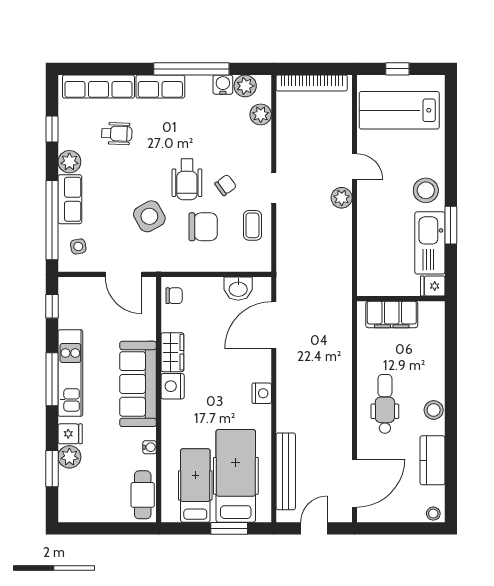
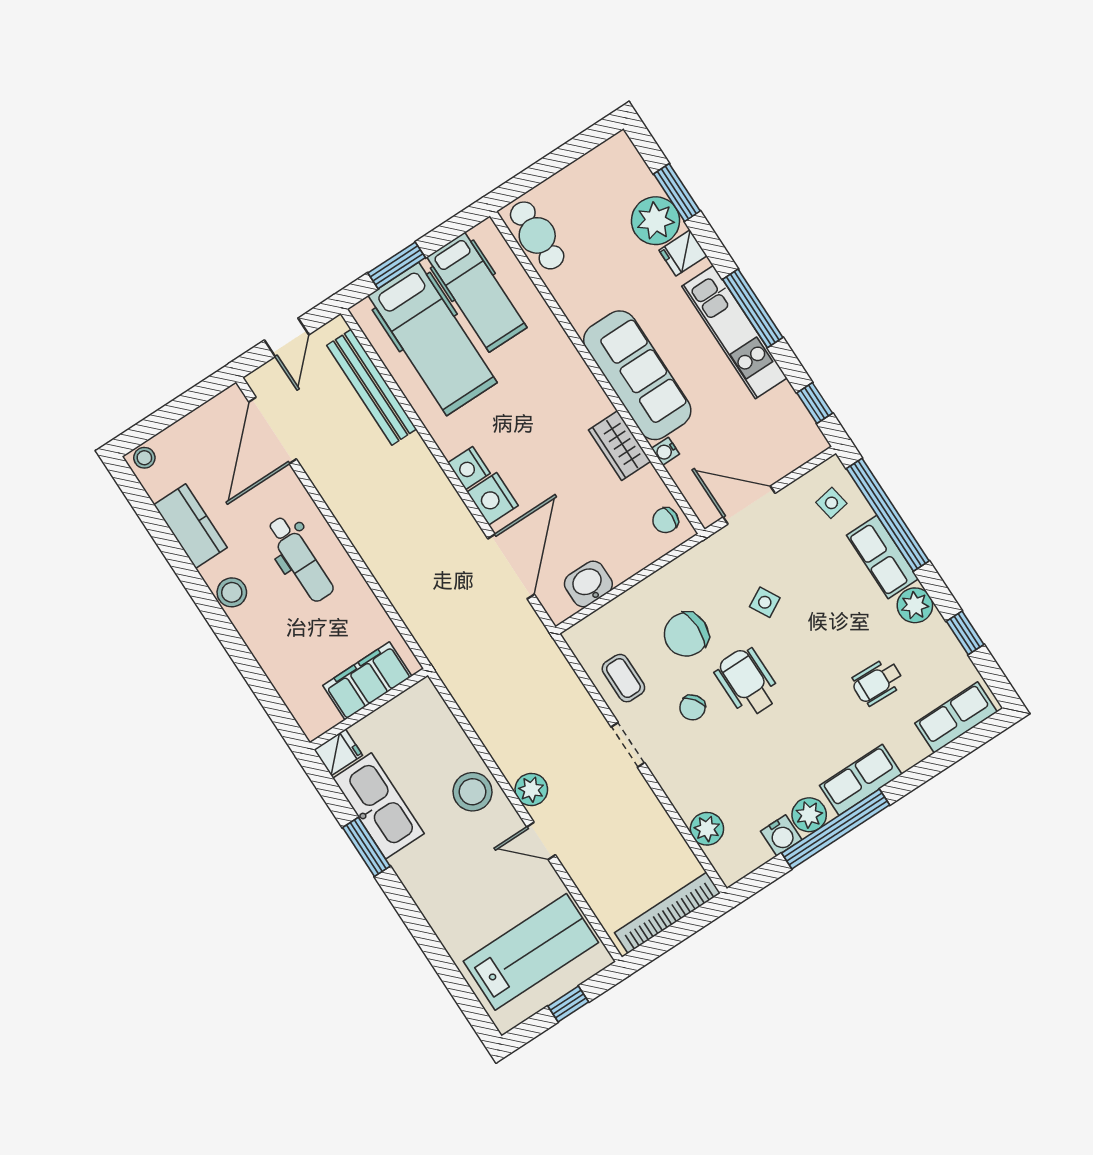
plant: (245, 86) -> (809, 815), moved
row of seats: (98, 87) -> (956, 717), width x0.68
stool: (426, 190) -> (473, 792), moved
side table: (149, 216) -> (765, 602), width x0.54, depth x0.54
nightstand: (173, 386) -> (493, 499), moved, turned 180
water cooler: (150, 447) -> (666, 451), moved
plant: (69, 457) -> (656, 221), width x1.36, depth x1.36

